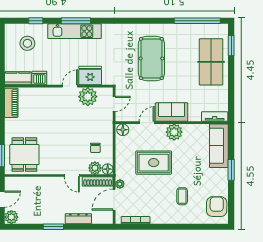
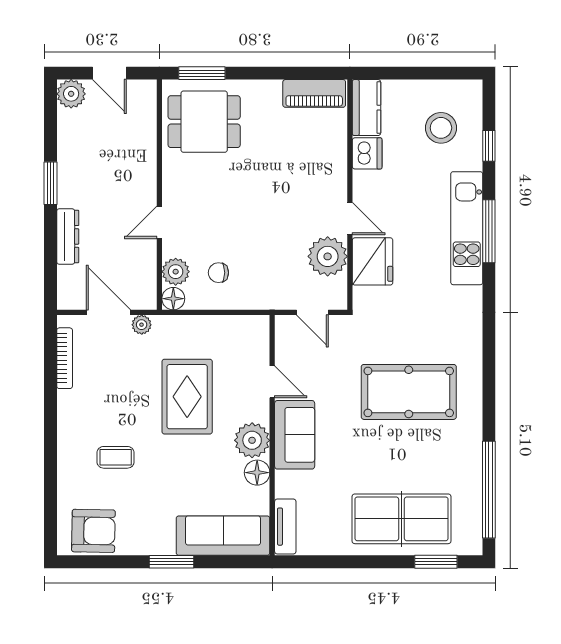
floor lamp: (123, 130) -> (257, 473), moved
shoe rack: (98, 181) -> (147, 277), removed

